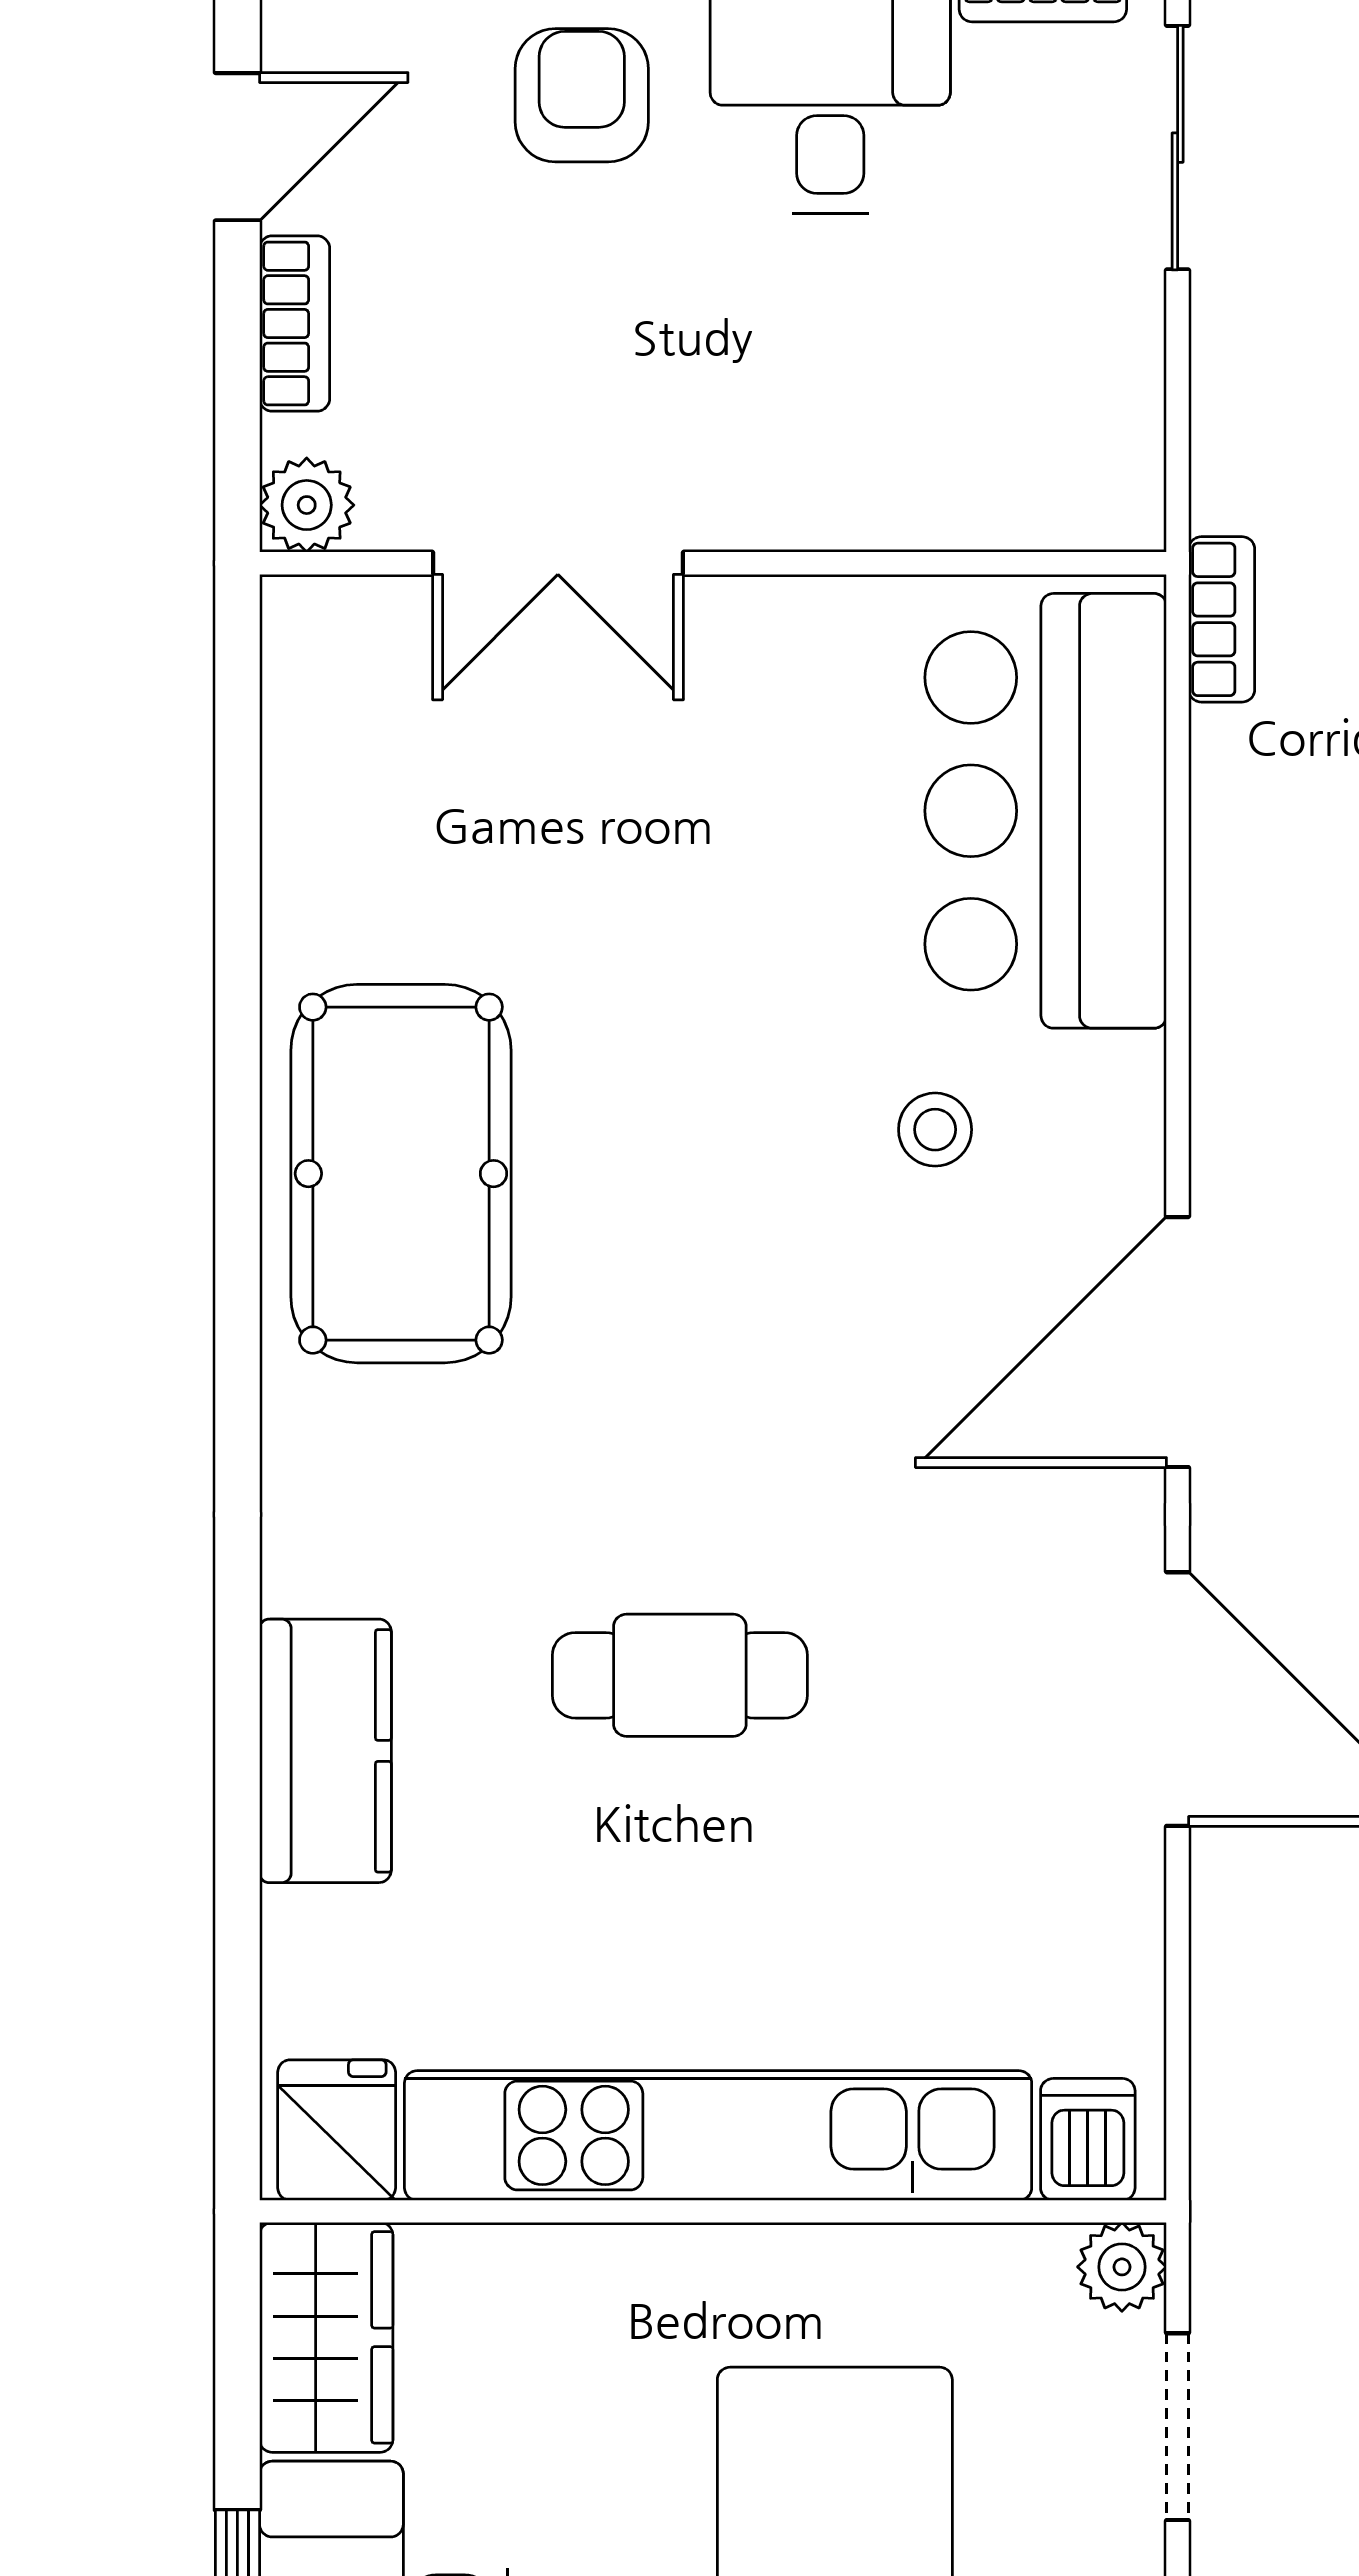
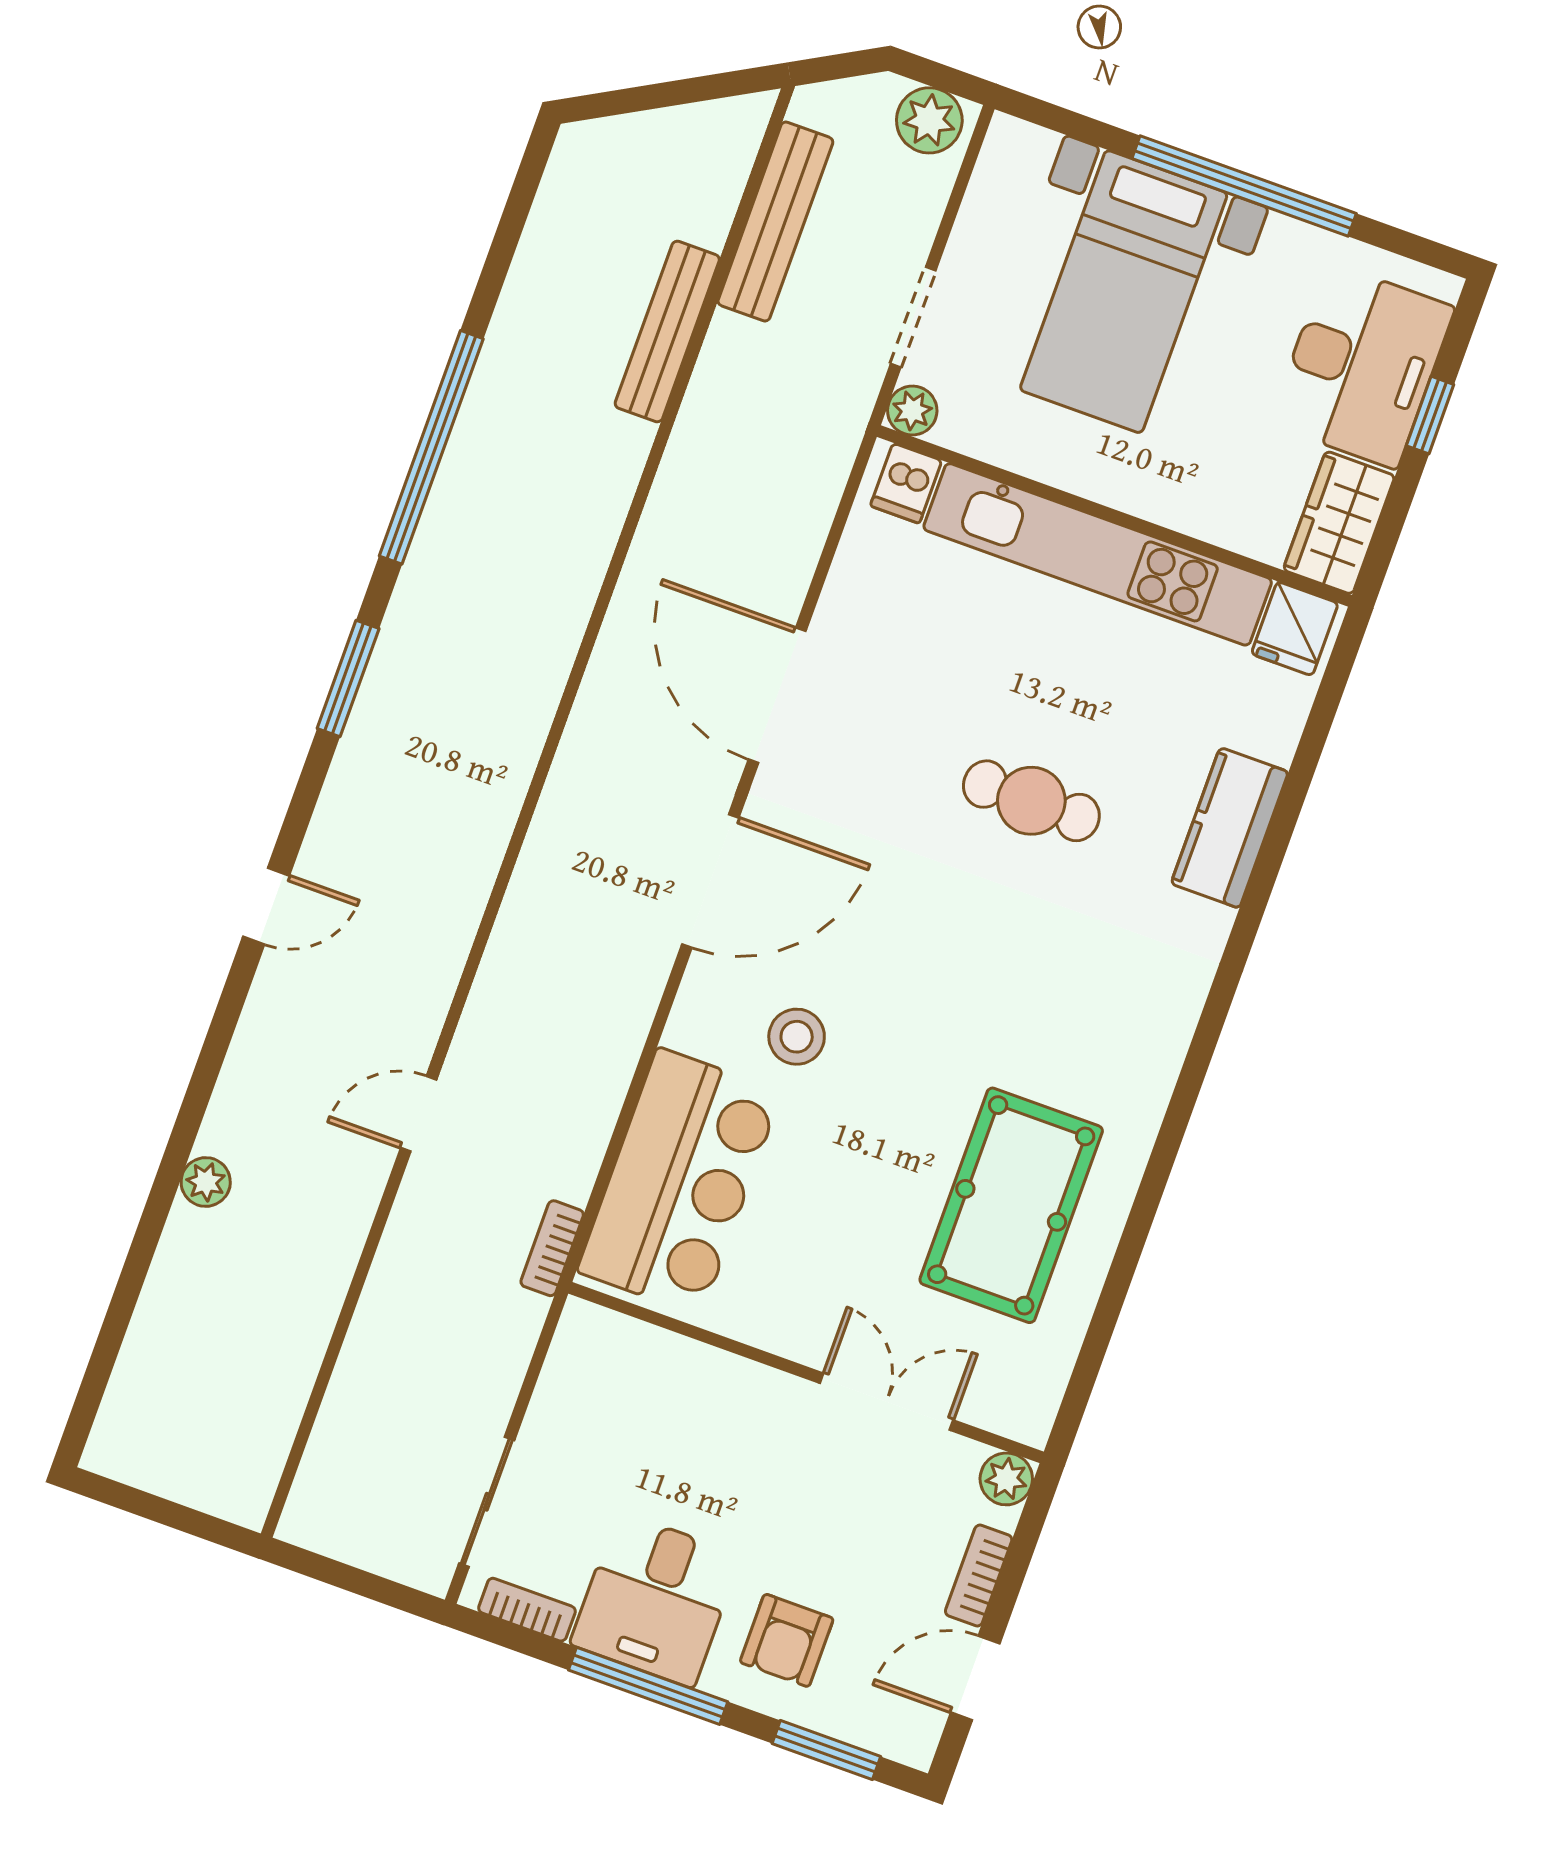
stool: (935, 1130) -> (797, 1037), width x1.37, depth x1.37
pool table: (401, 1174) -> (1011, 1205), moved

